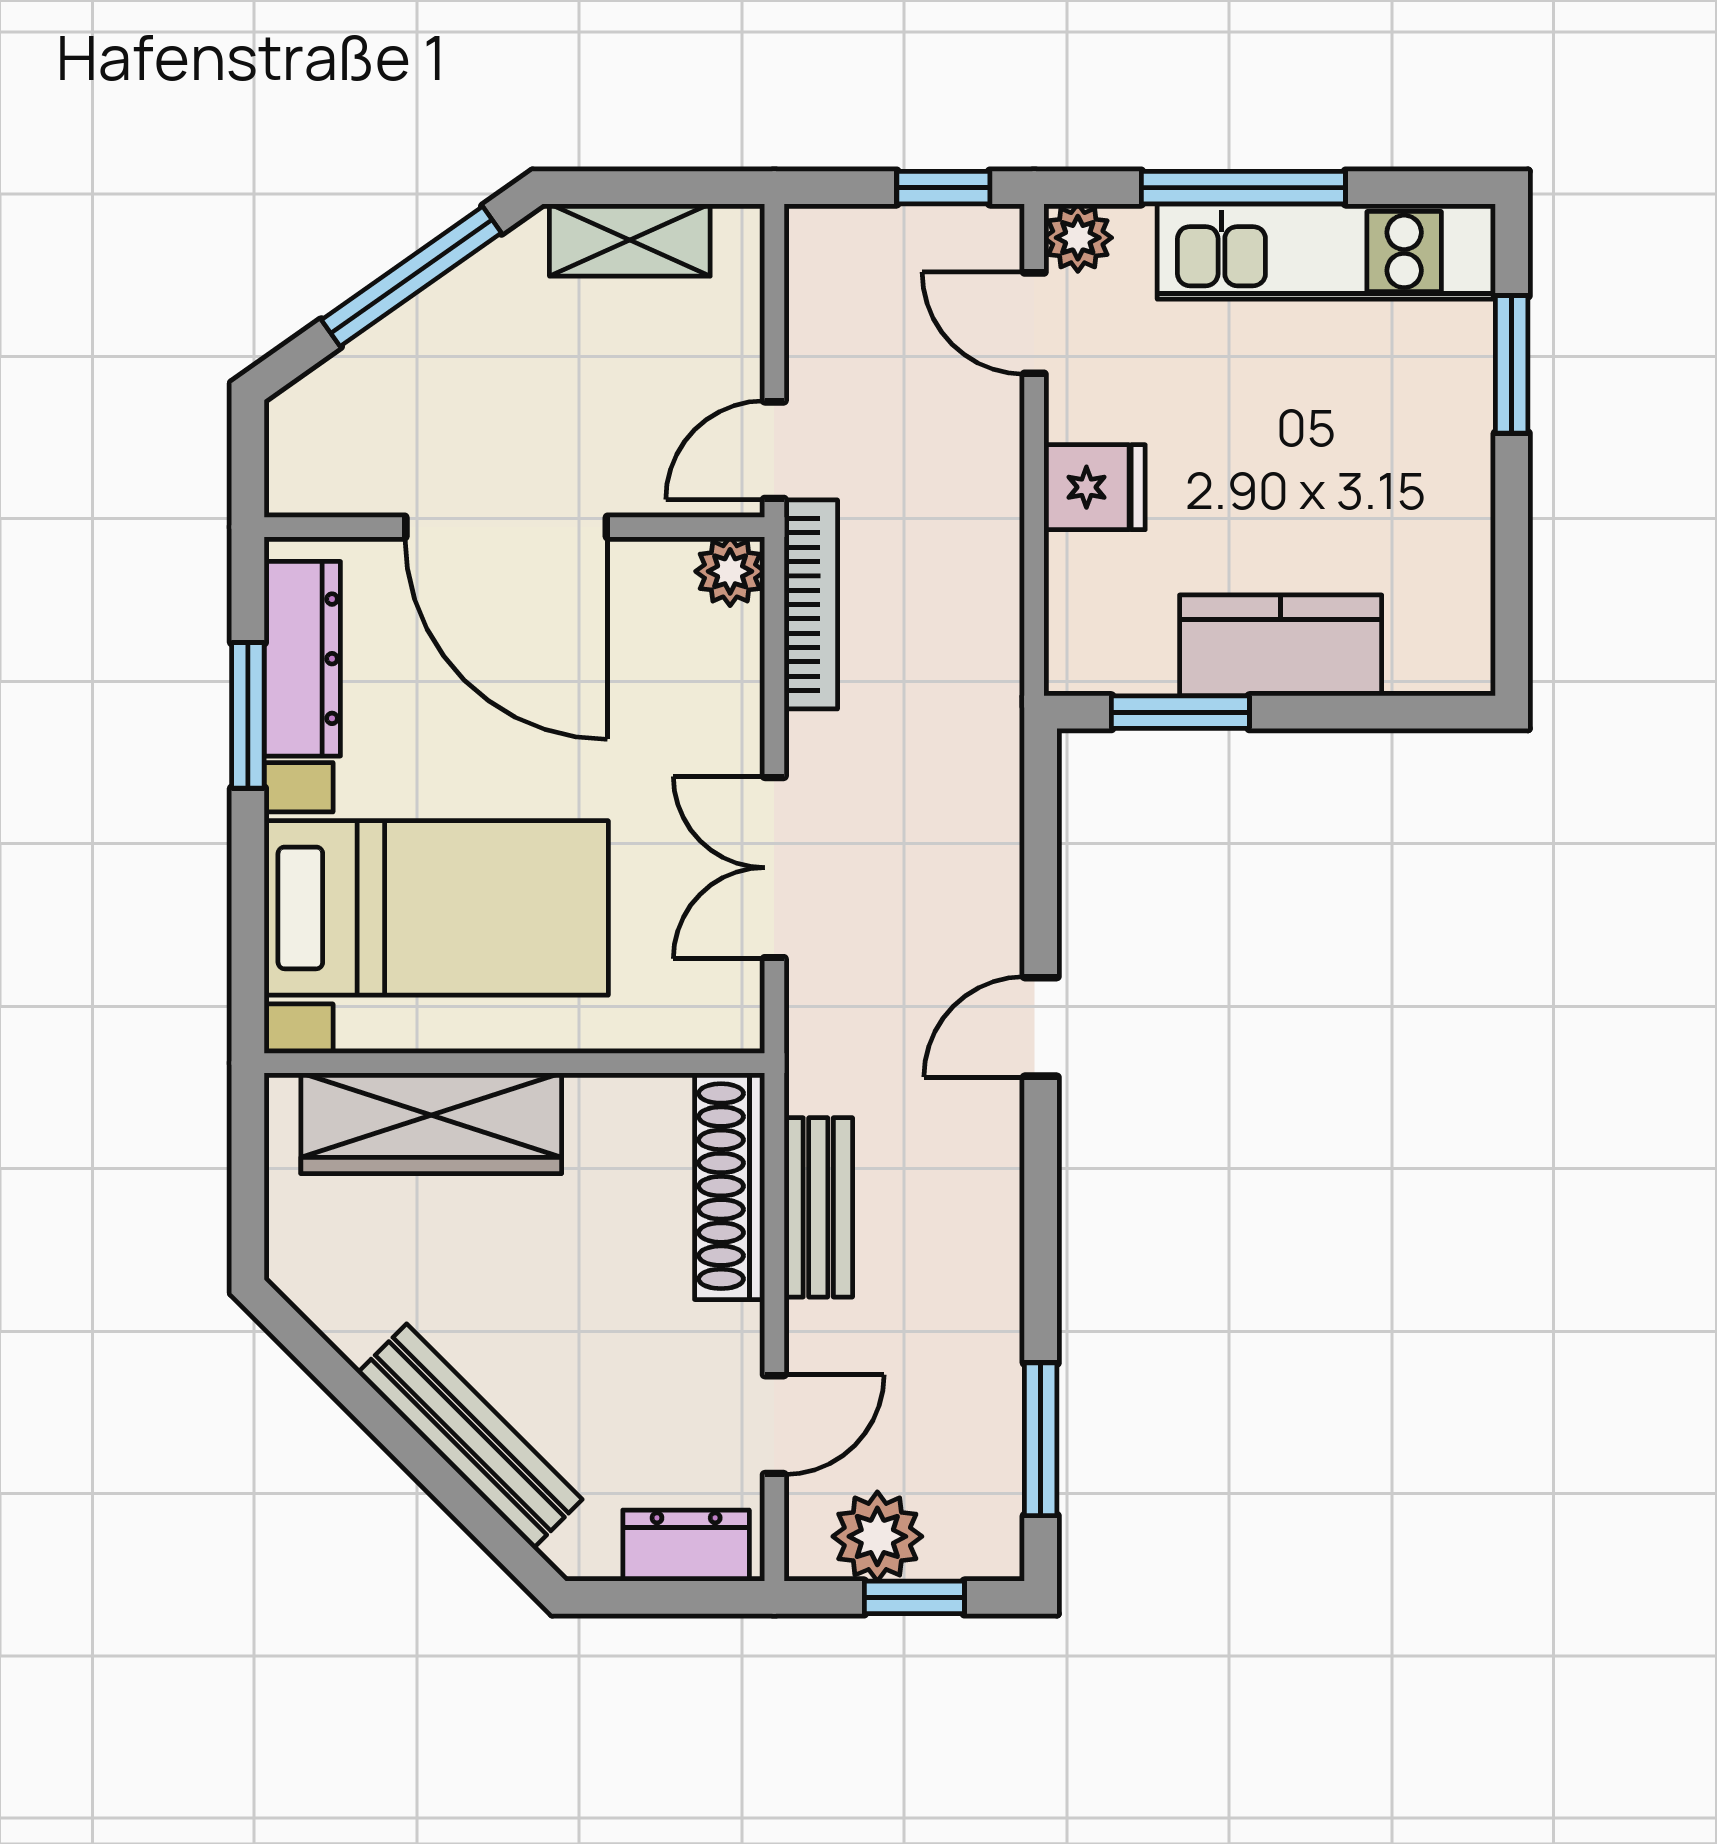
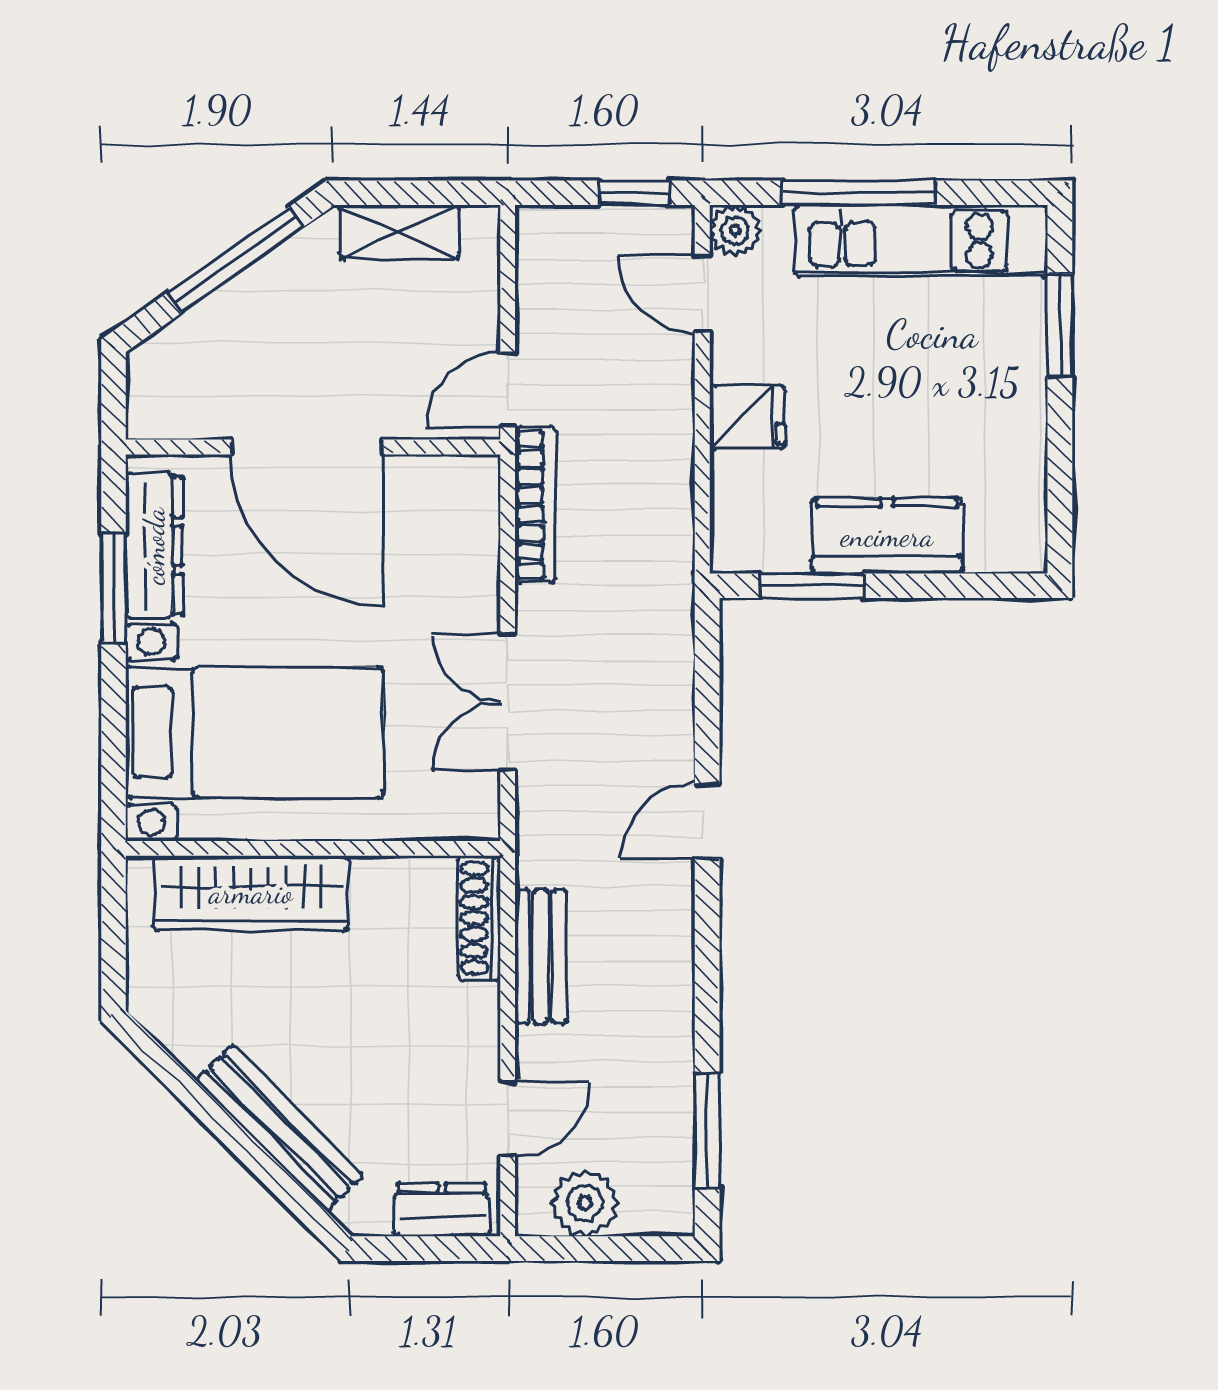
plant: (730, 571) -> (475, 480), removed
shoe rack: (730, 1186) -> (479, 918), width x0.74, depth x0.81
window: (914, 1597) -> (612, 1249), removed

